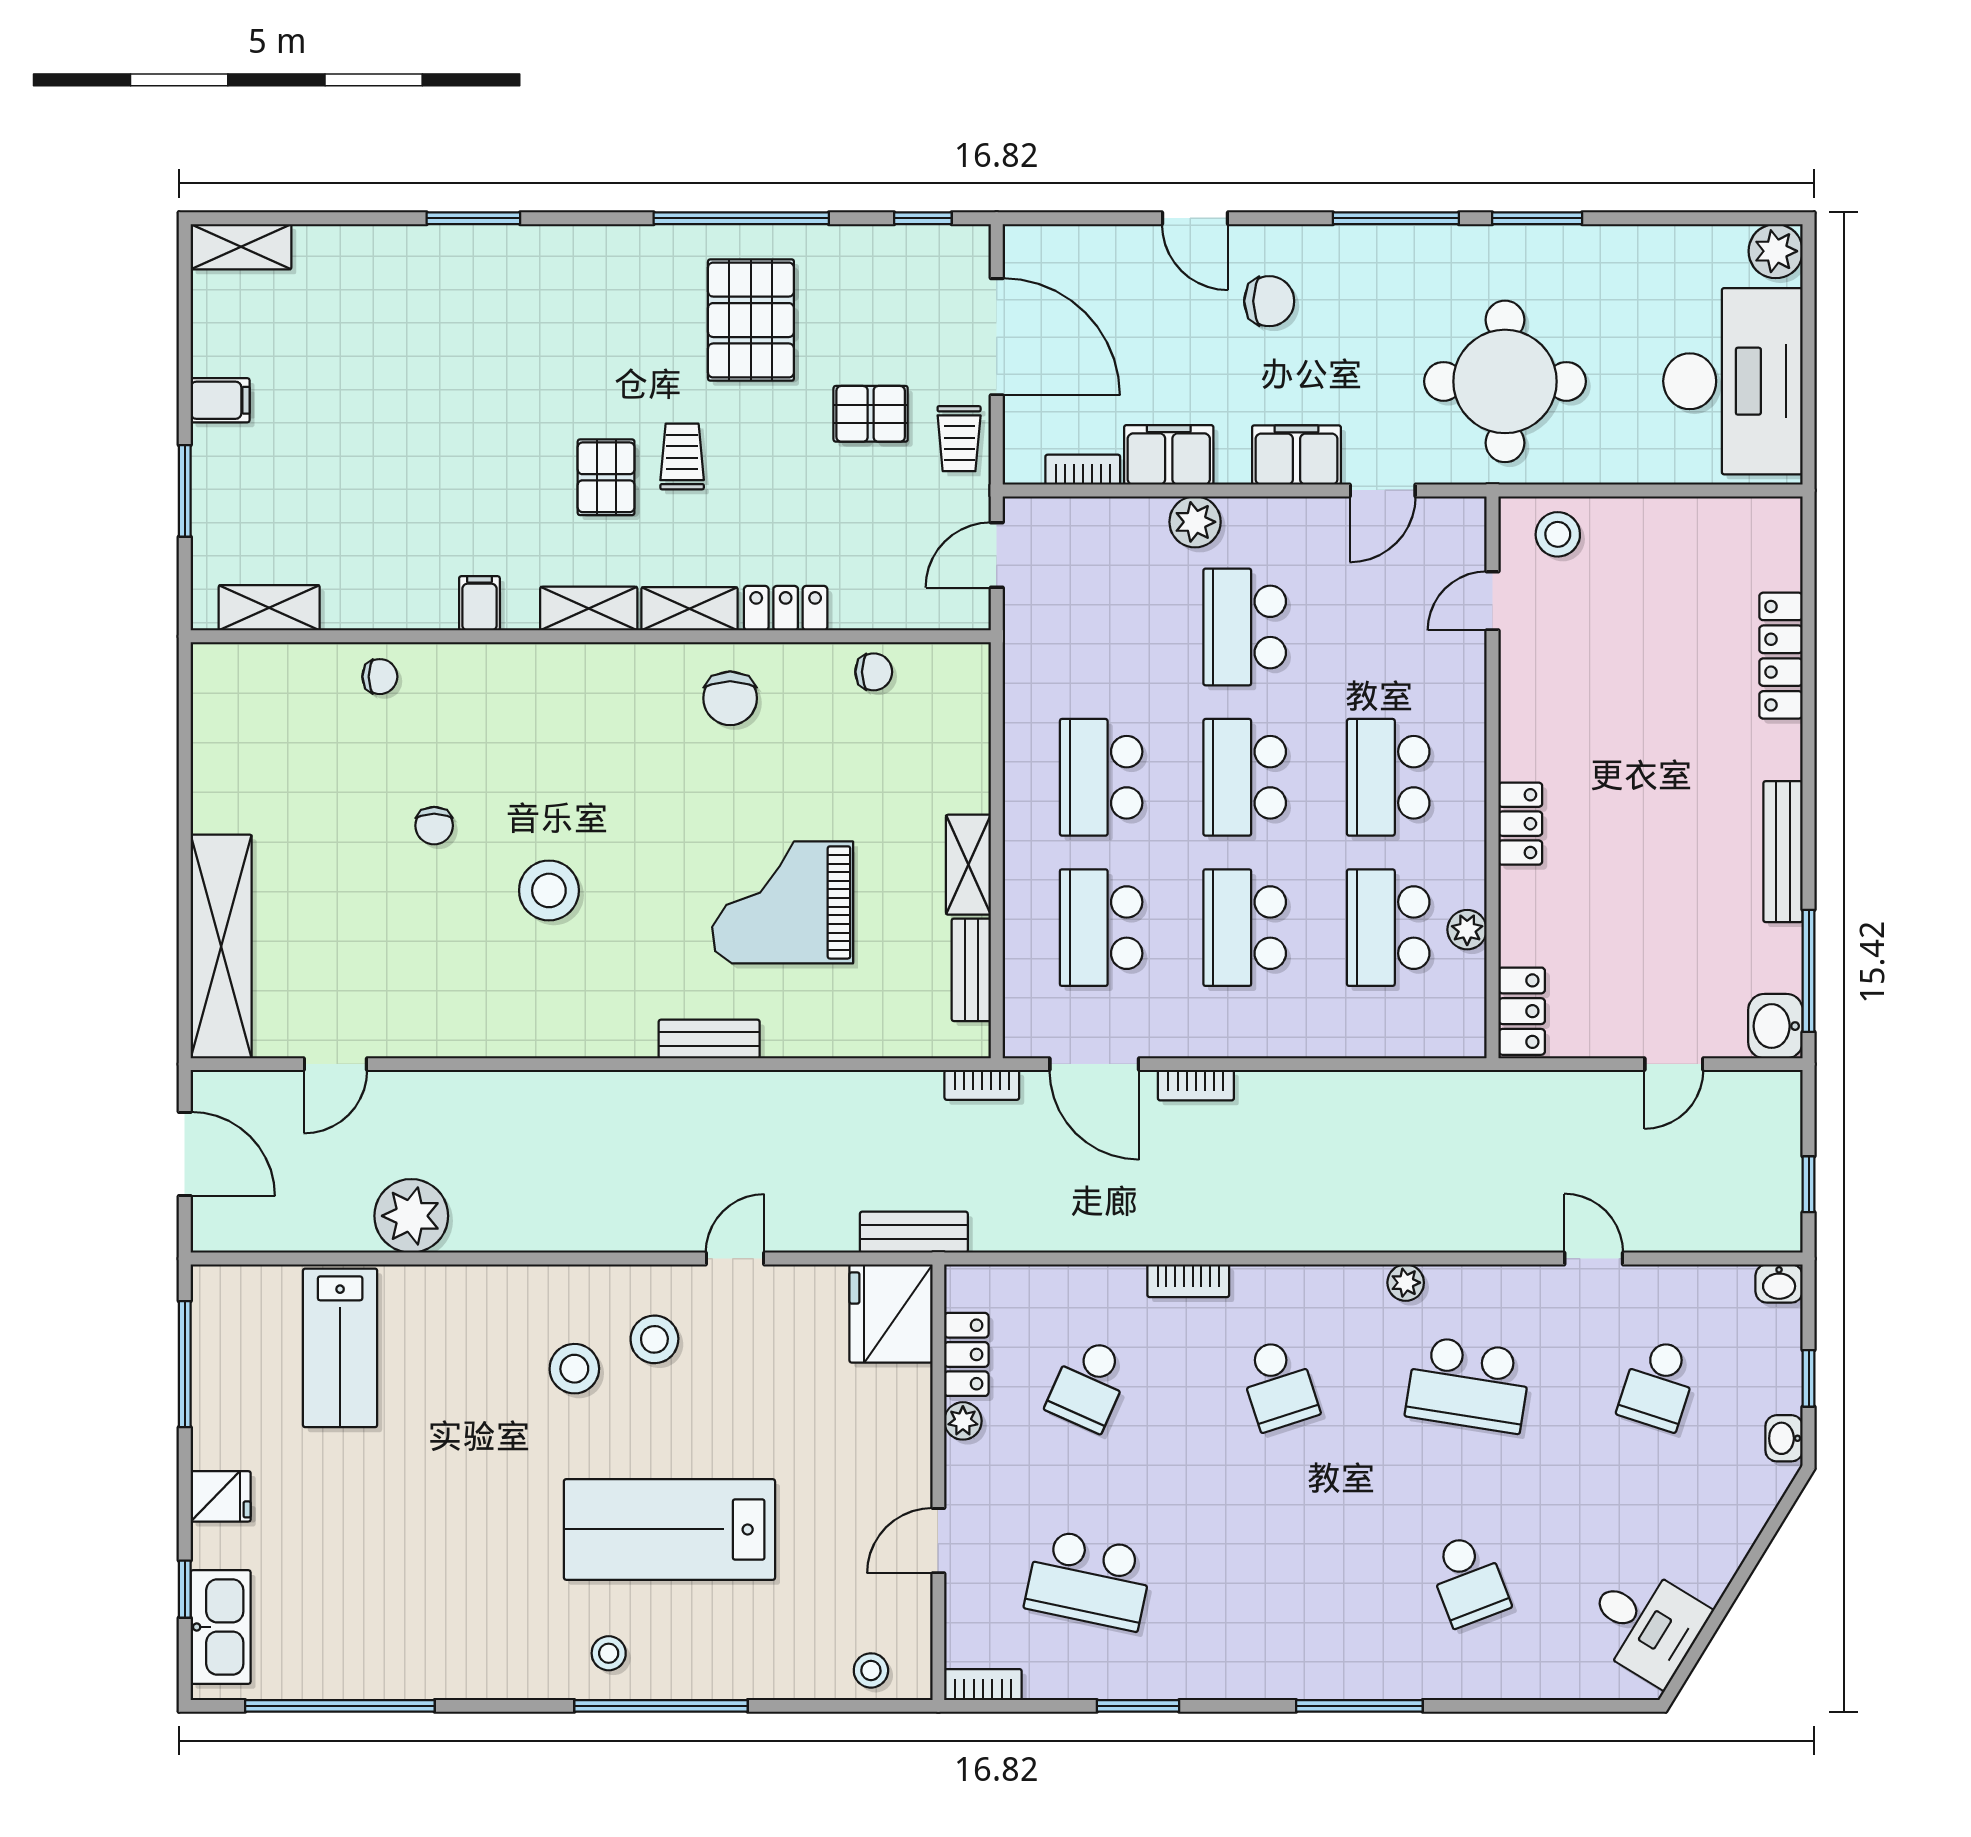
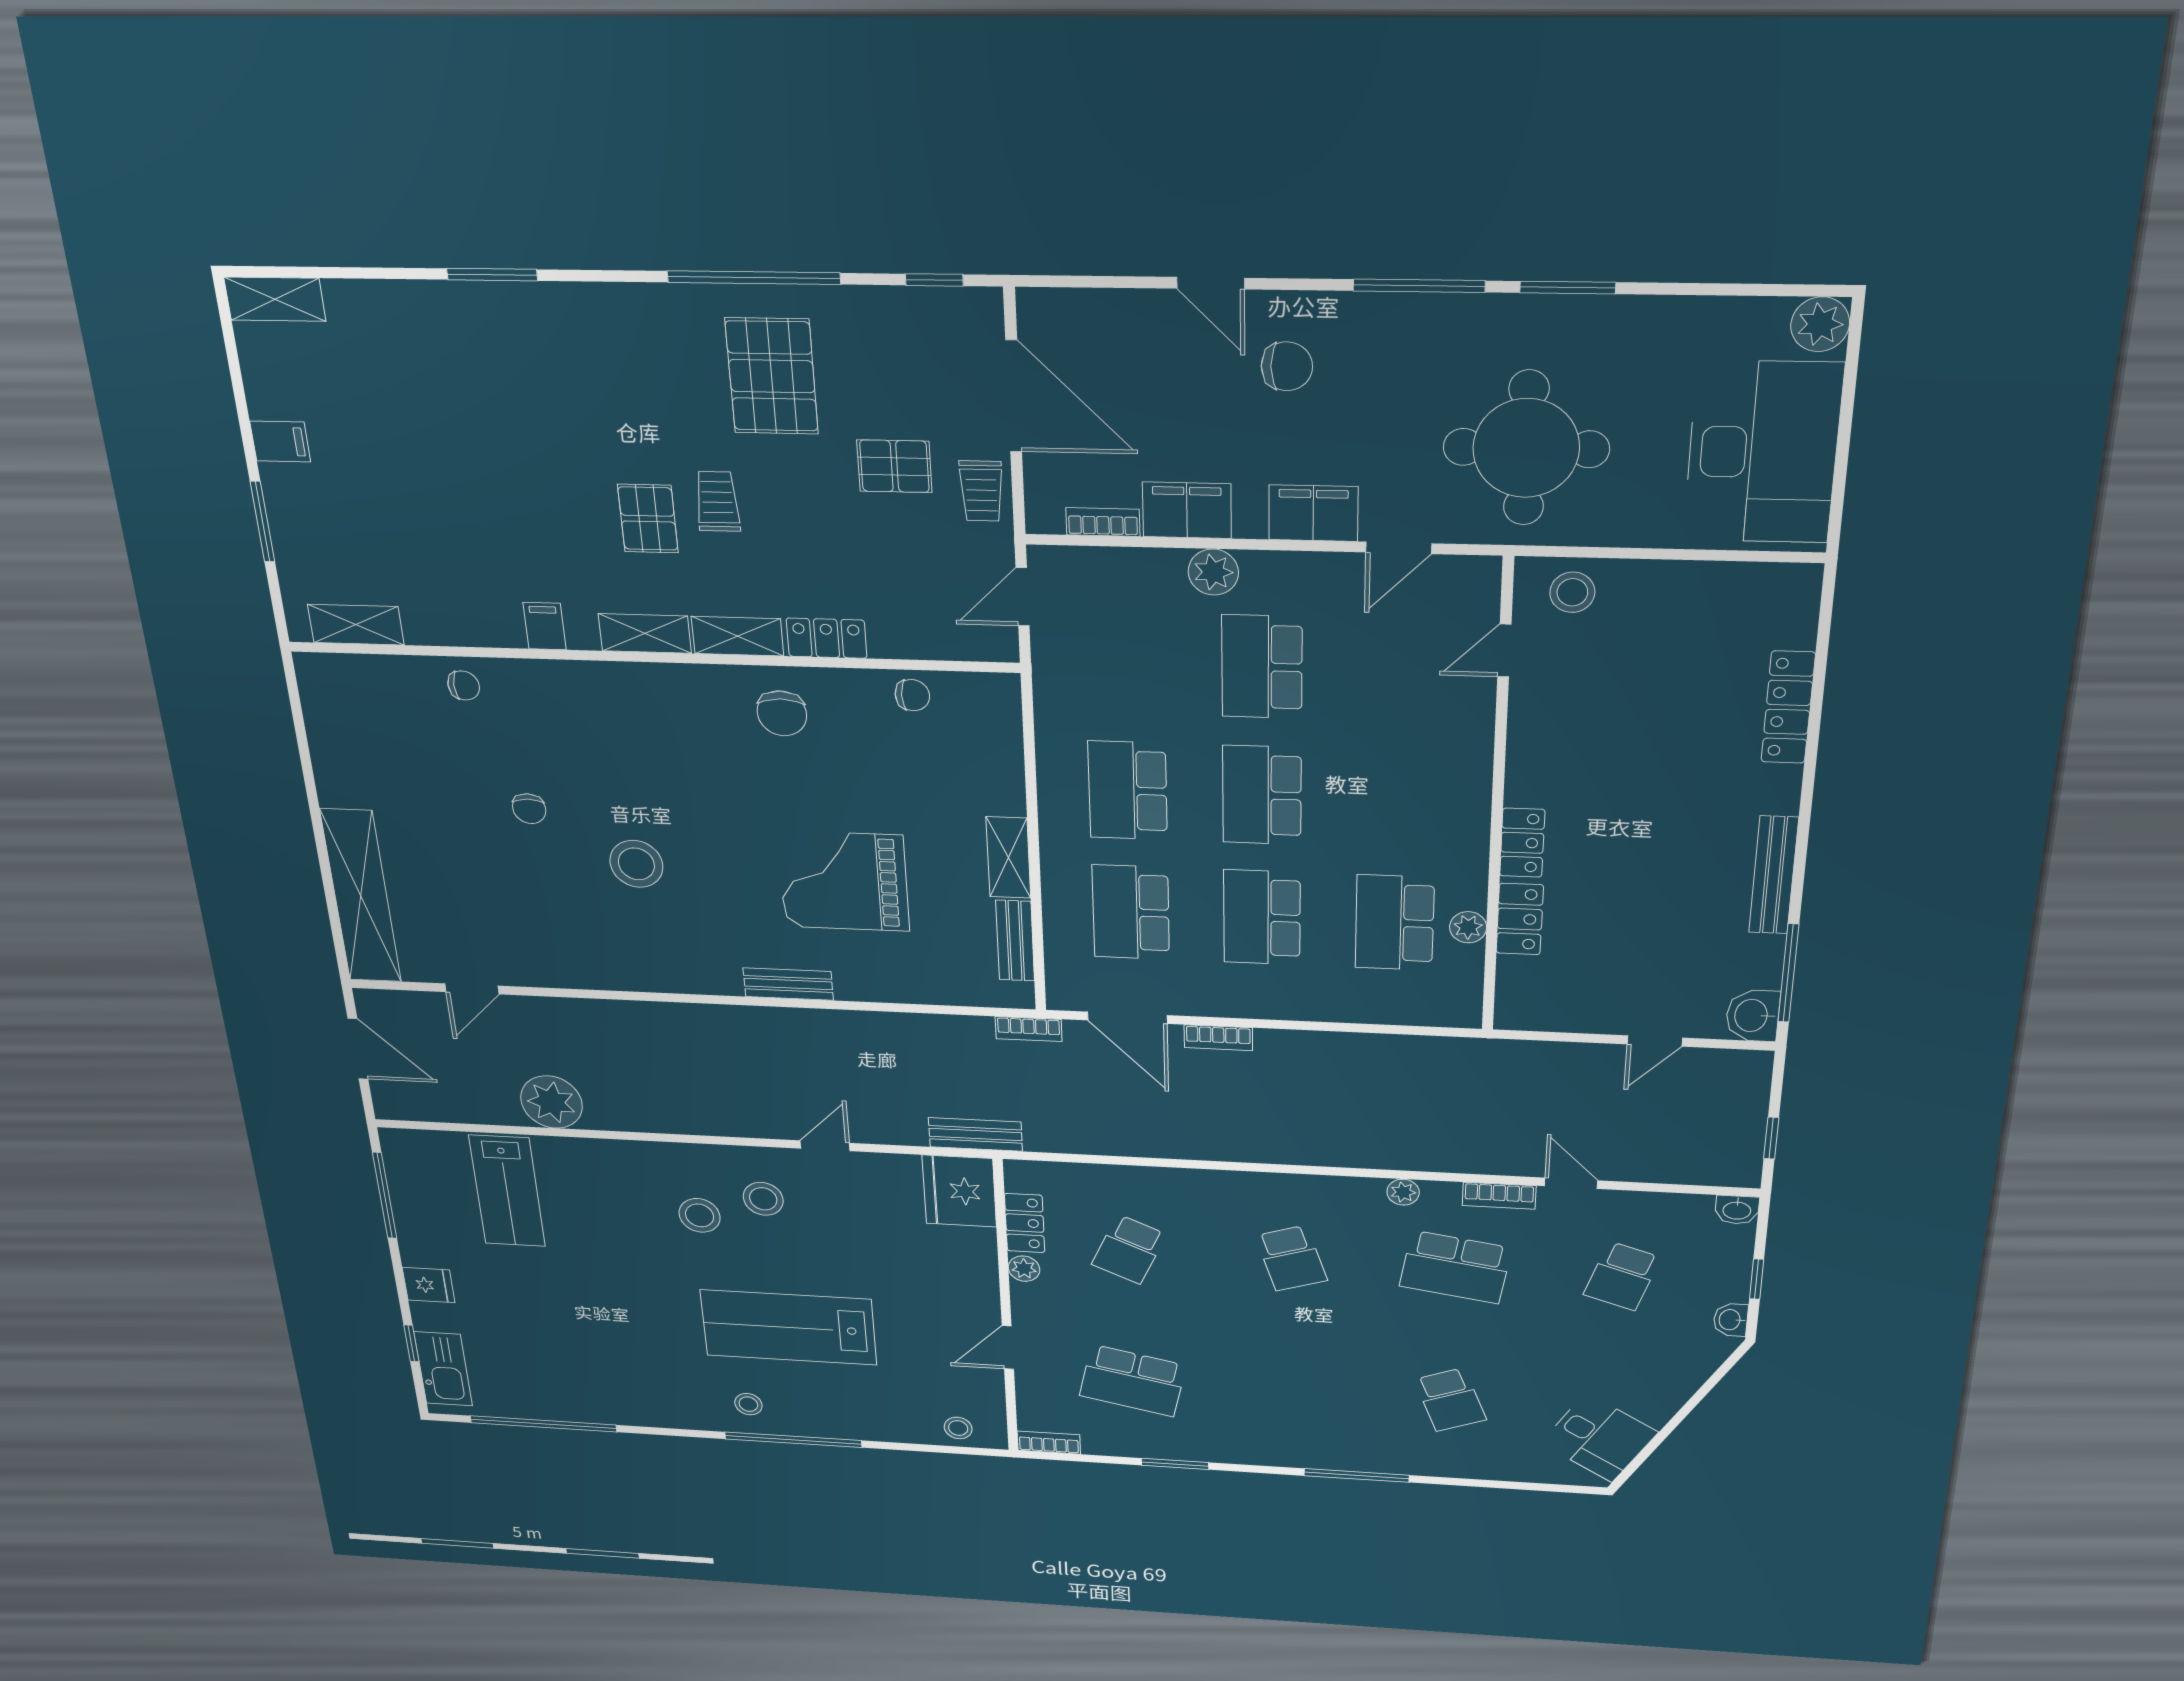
school desk: (1388, 777) -> (1398, 800), removed
locker: (1522, 1011) -> (1520, 919), moved
bookcase: (1188, 1281) -> (1499, 1196), moved

